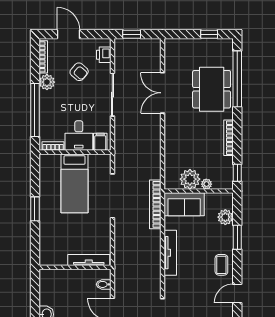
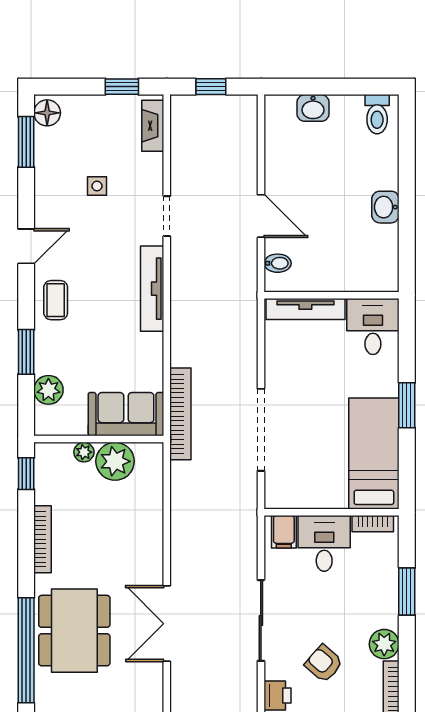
double door: (162, 93) -> (167, 624), swing flipped
window: (35, 110) -> (407, 591), width x0.47
bed: (74, 183) -> (374, 453), moved
desk: (53, 251) -> (373, 326), added
tv unit: (170, 253) -> (152, 289), moved

